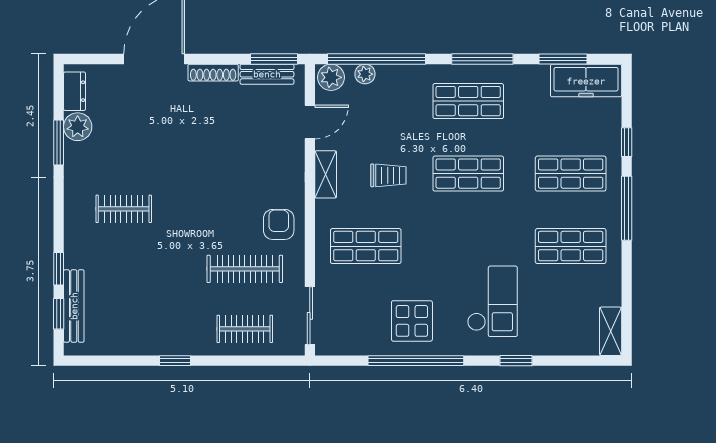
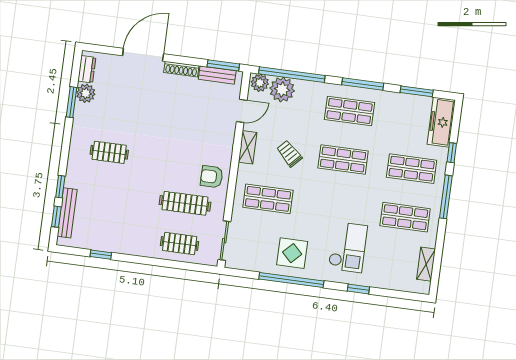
plant: (365, 74) -> (282, 89), width x1.88, depth x1.88
freezer: (586, 81) -> (441, 122), moved, turned 90
trolley: (388, 175) -> (289, 154), turned -136
armchair: (279, 224) -> (212, 177), turned -90
shelving: (611, 331) -> (426, 264), moved
window: (175, 361) -> (101, 255), moved

